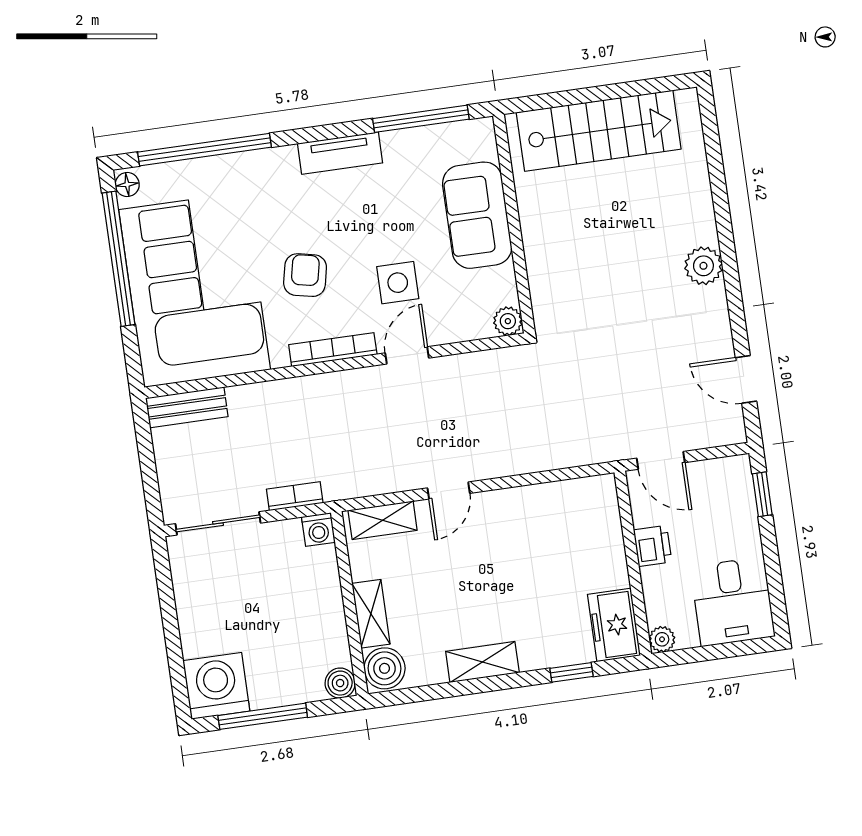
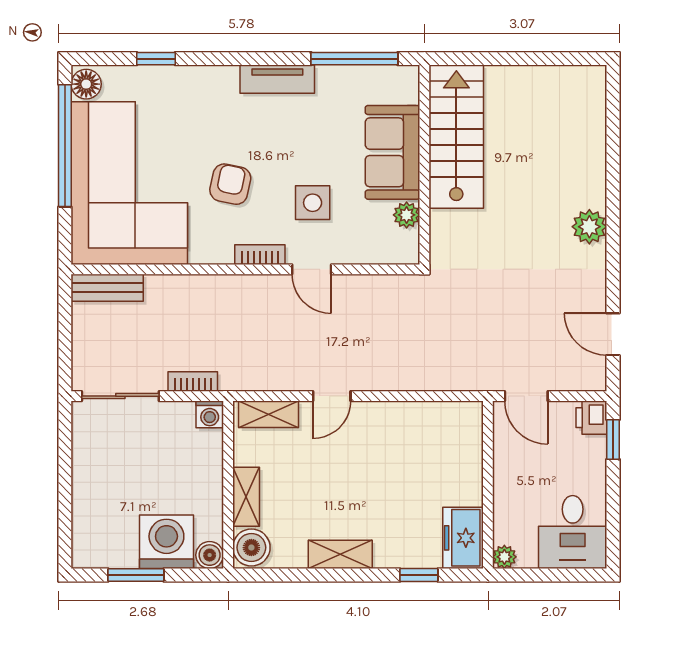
stairs: (599, 131) -> (456, 137), moved, turned -90
window: (204, 150) -> (156, 59), width x0.32
floor lamp: (127, 185) -> (86, 84), width x1.37, depth x1.37
plant: (508, 321) -> (407, 215), moved
bookcase: (333, 350) -> (260, 255), width x0.64
door: (407, 355) -> (312, 269), swing flipped
printer: (653, 546) -> (591, 418), moved, turned 180
washing machine: (216, 686) -> (166, 542), moved
window: (263, 716) -> (136, 575), width x0.69

